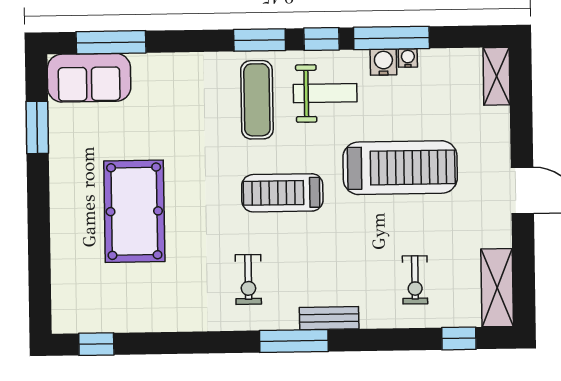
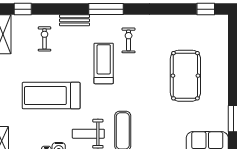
treadmill: (282, 193) -> (104, 63), moved, turned -90
bench: (329, 318) -> (75, 20), moved

